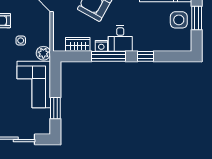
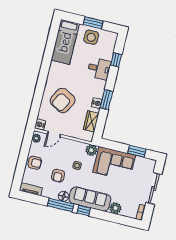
desk: (120, 39) -> (99, 69), moved
window: (108, 56) -> (106, 100), width x0.69
window: (146, 56) -> (116, 60), moved

